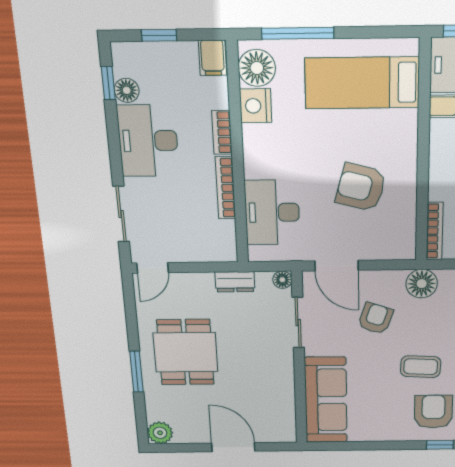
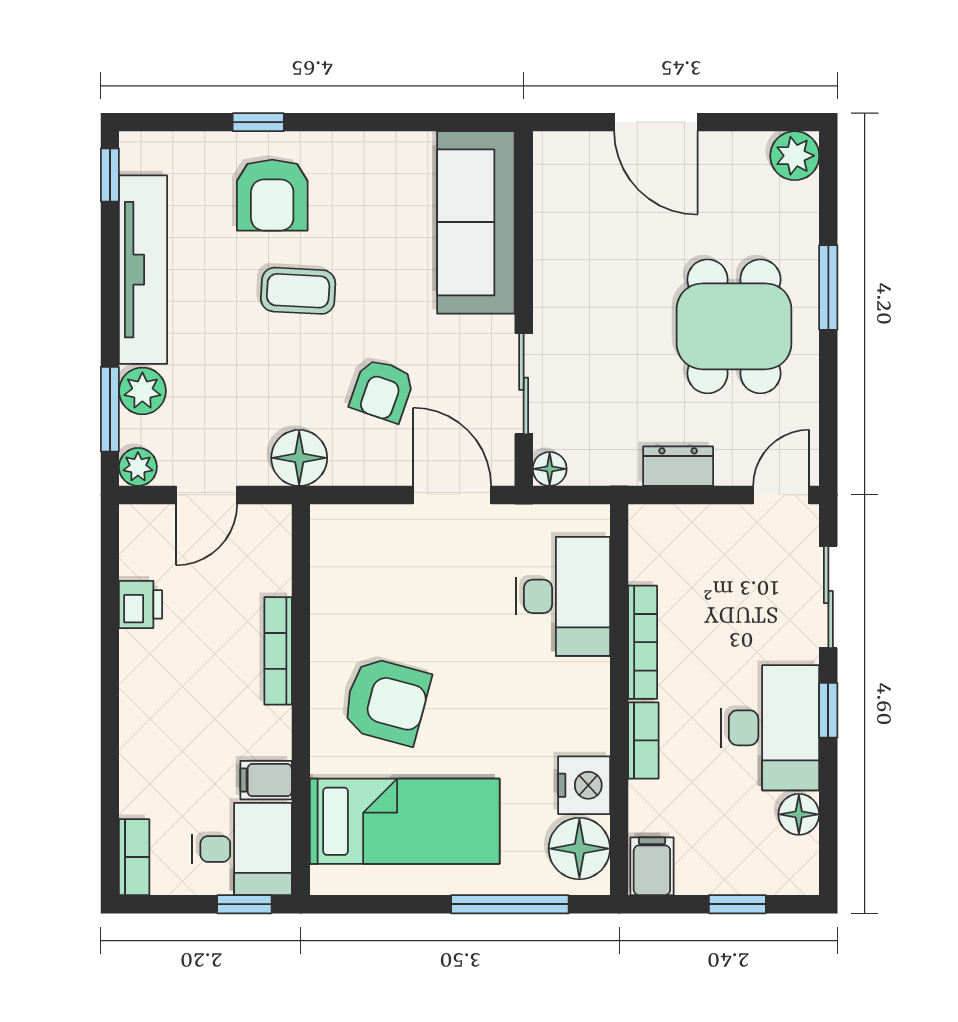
window: (108, 83) -> (828, 710), moved
armchair: (361, 187) -> (386, 701), moved
bookcase: (435, 231) -> (278, 651), moved
dresser: (235, 282) -> (678, 466), moved

